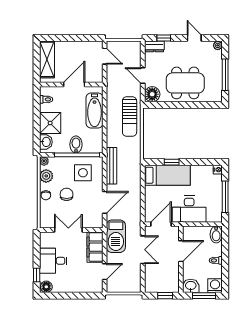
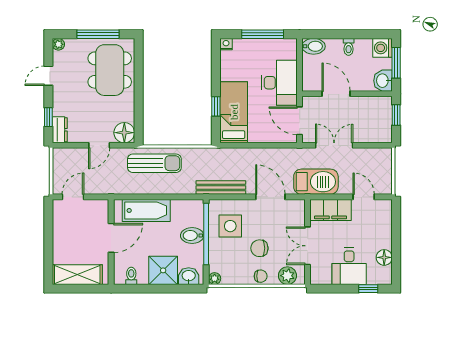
dining table: (185, 83) -> (110, 70), moved
door: (74, 85) -> (111, 238), swing flipped
plant: (46, 176) -> (287, 276), moved
floor lamp: (46, 287) -> (384, 257), moved

